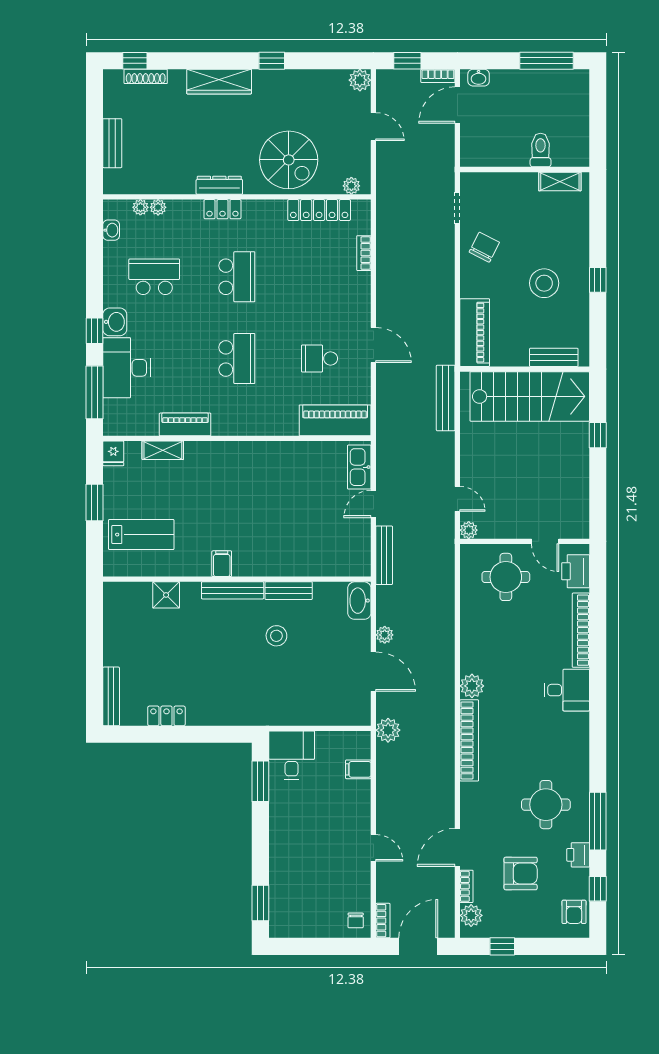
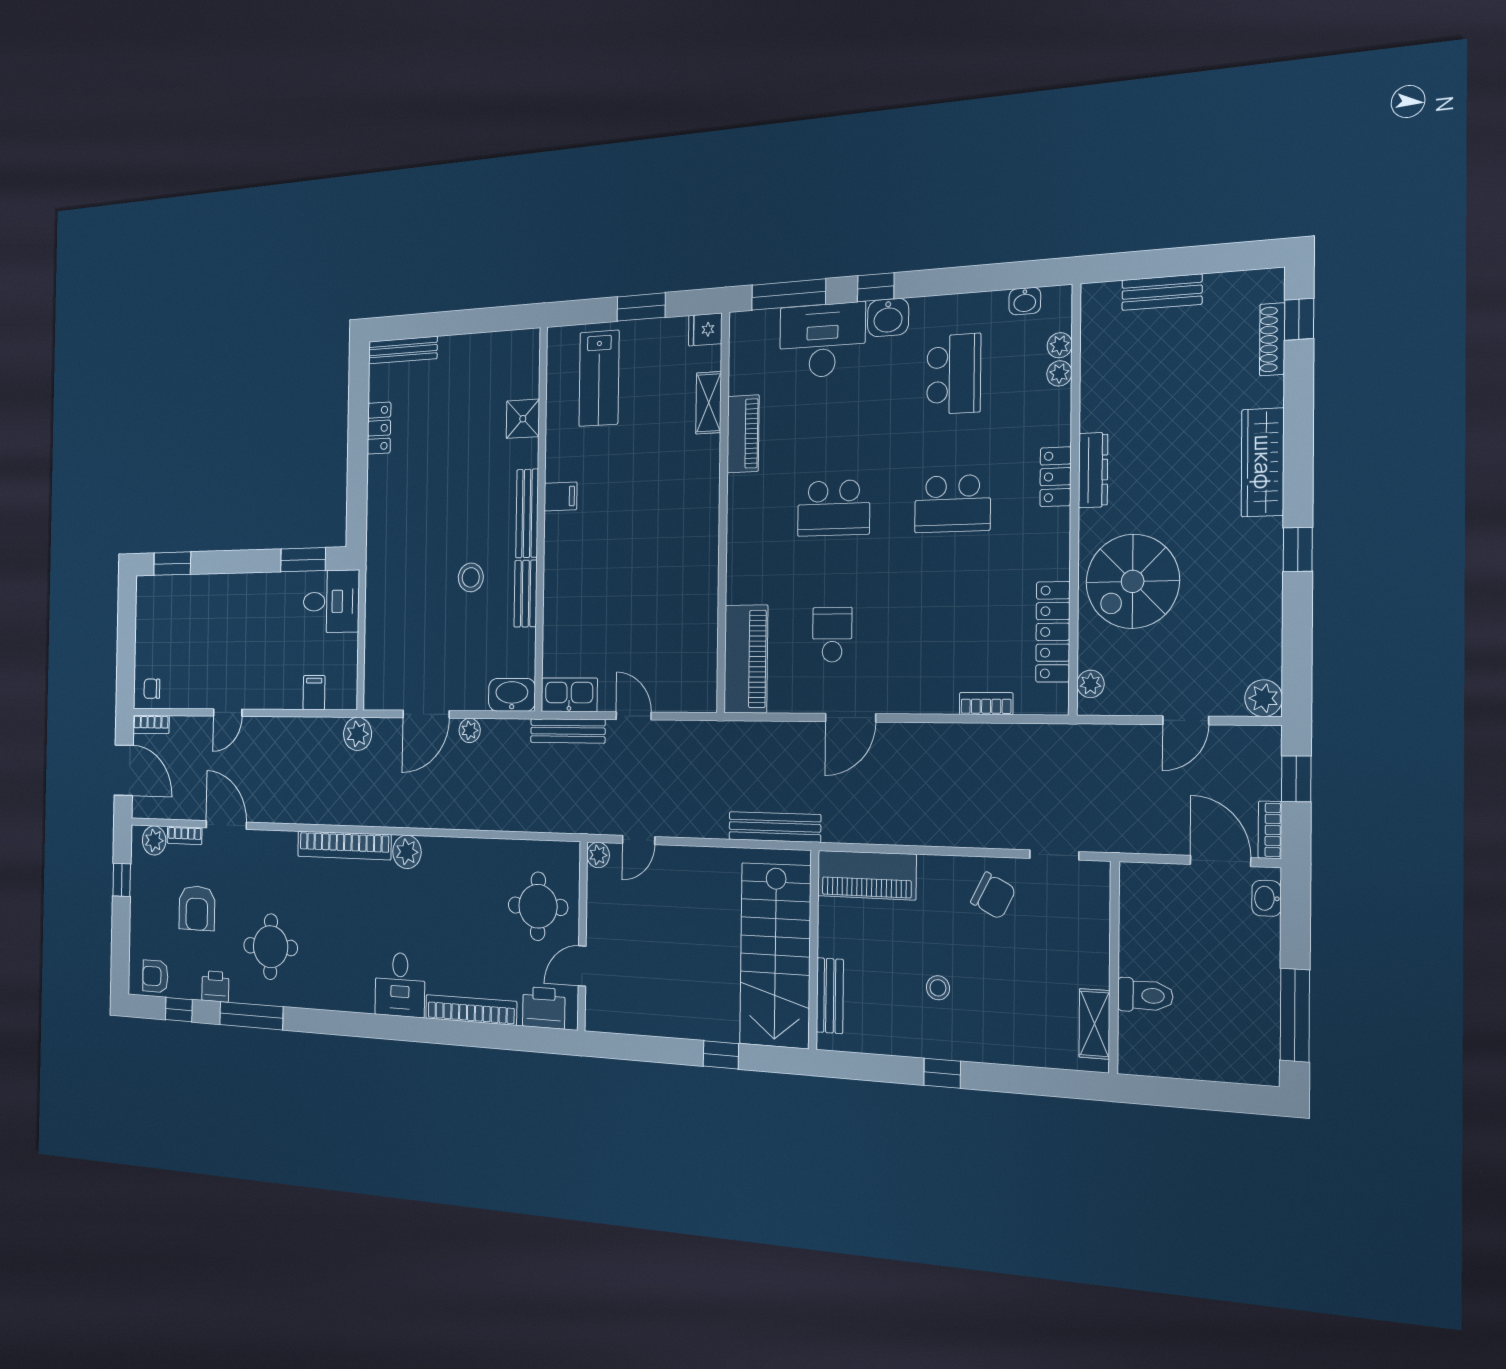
stool: (544, 283) -> (938, 988), width x0.53, depth x0.53
kitchen sink: (359, 467) -> (569, 695), moved

